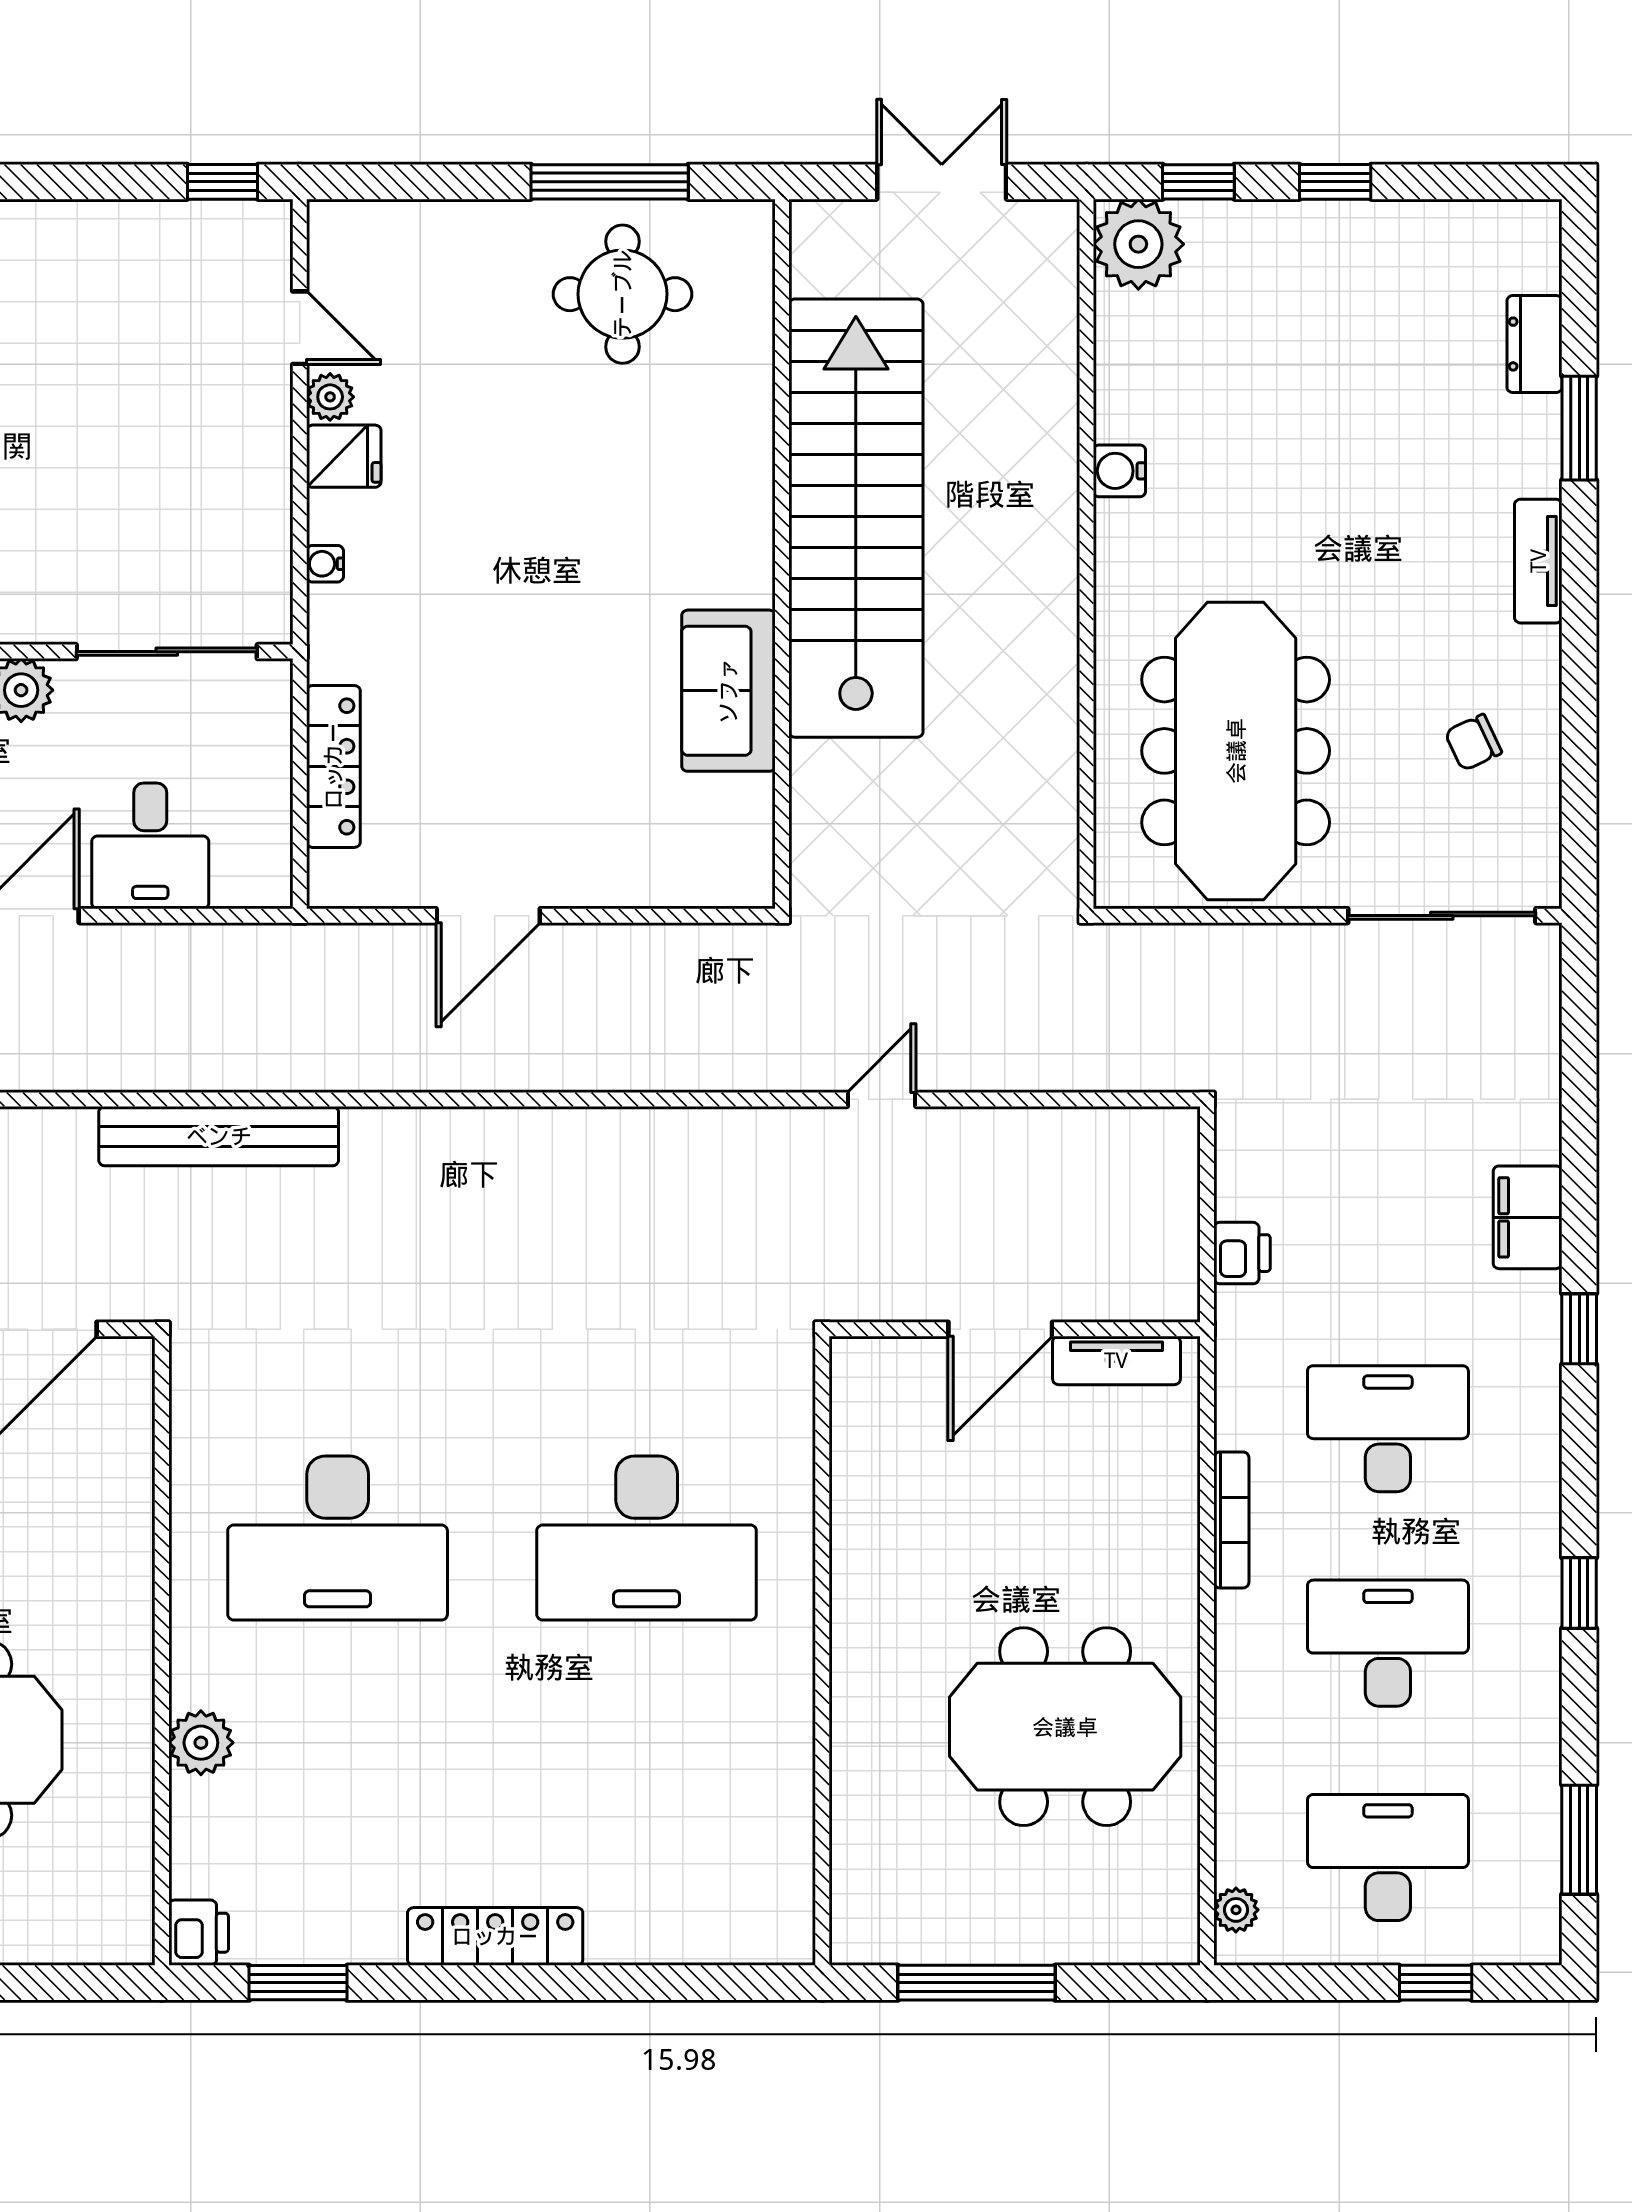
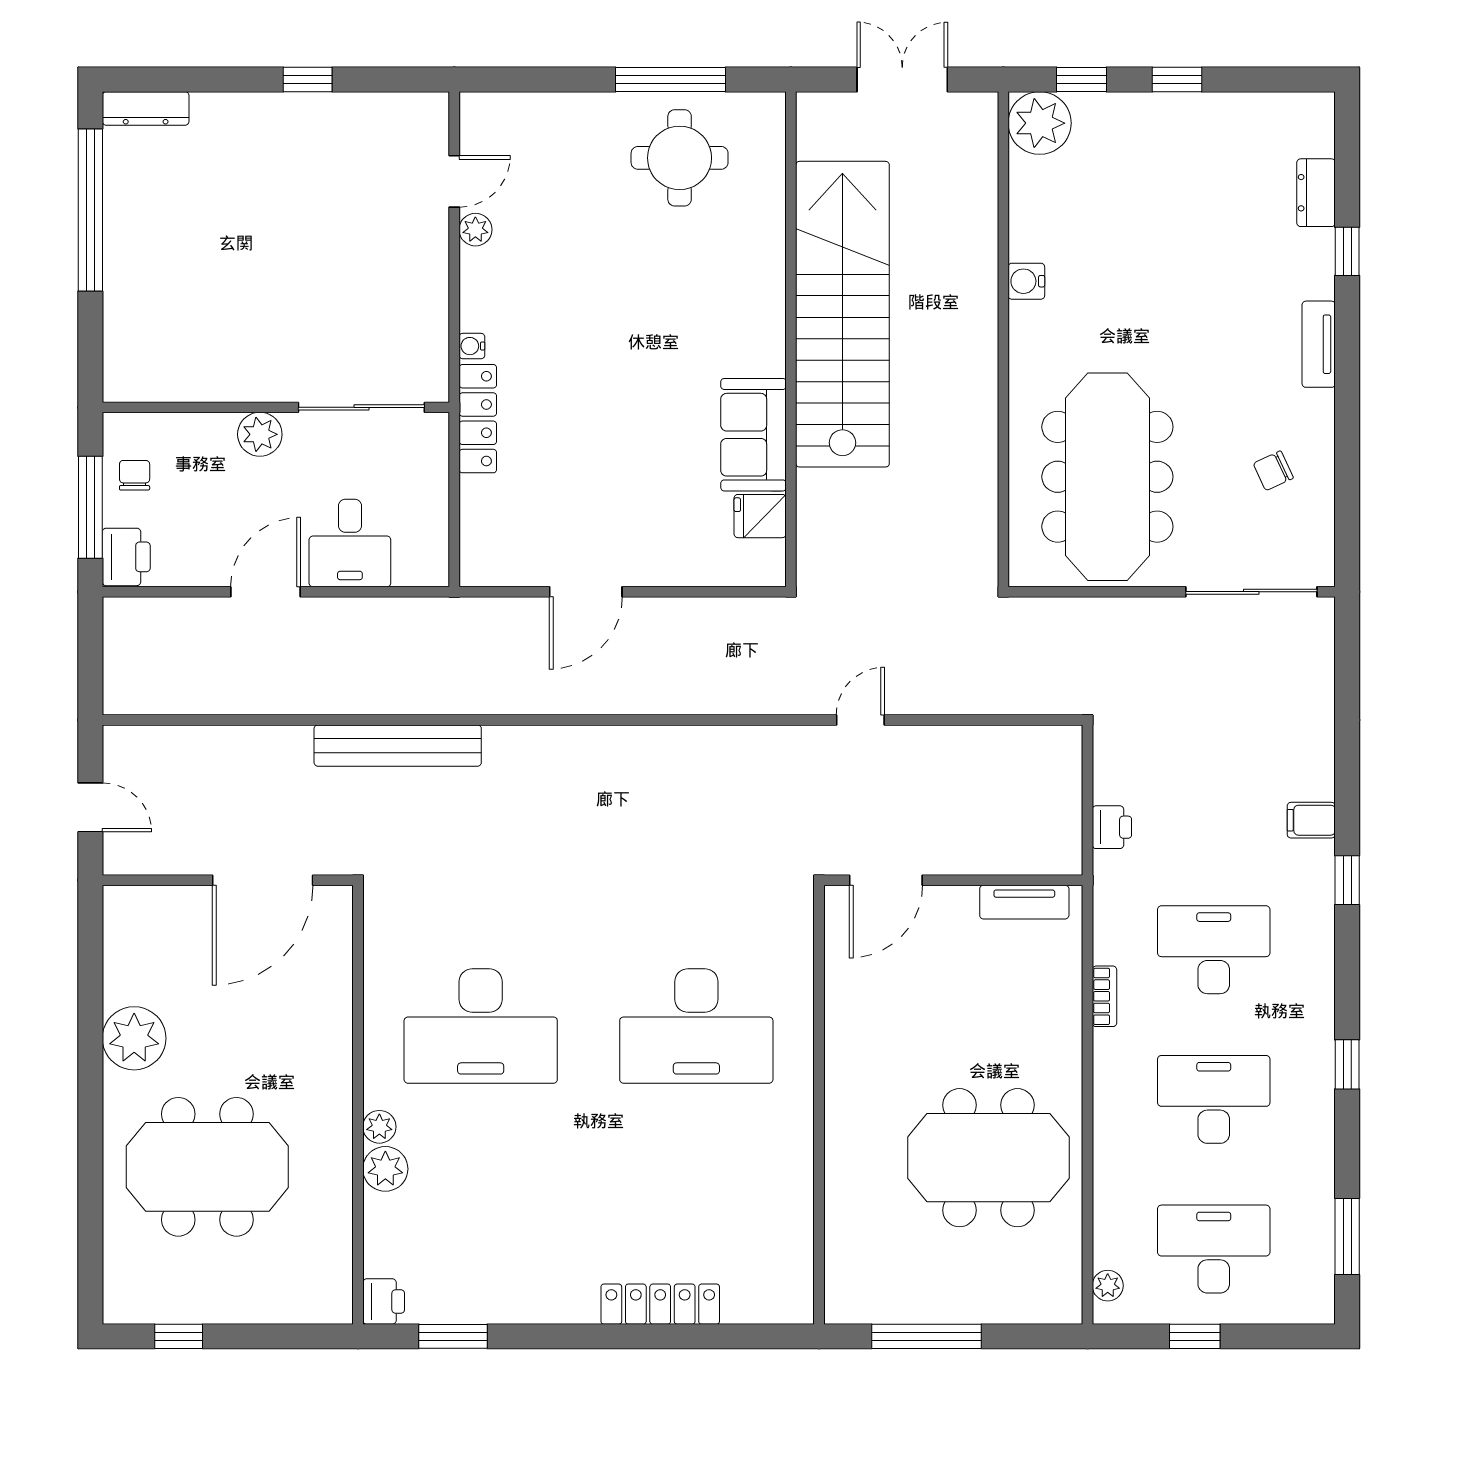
window: (222, 182) -> (308, 80), moved
door: (300, 328) -> (454, 181), hinge flipped
window: (1579, 428) -> (1347, 251), width x0.67
fridge: (344, 456) -> (760, 516), moved, turned 180
locker: (333, 766) -> (478, 419), moved
filing cabinet: (1528, 1217) -> (1311, 820), width x0.50
door: (1000, 1329) -> (886, 880), moved
bookcase: (1231, 1520) -> (1104, 996), width x0.64
plant: (192, 1682) -> (379, 1127), added
locker: (495, 1936) -> (660, 1304), moved
window: (1436, 1983) -> (1195, 1336), moved

